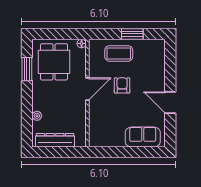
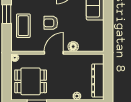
door: (87, 89) -> (54, 53), hinge flipped
floor lamp: (94, 111) -> (73, 47), added

